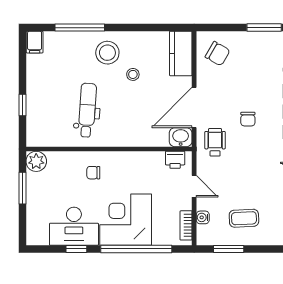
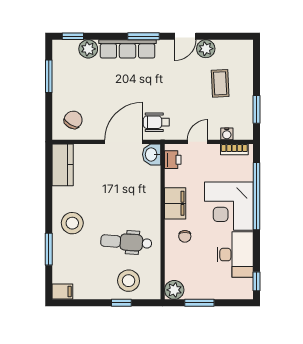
window: (80, 28) -> (49, 249), width x0.69
kitchen counter: (181, 53) -> (63, 165), moved, turned -90
stool: (133, 74) -> (129, 281), moved, width x1.89, depth x1.89
door: (194, 107) -> (124, 142), swing flipped
chair: (248, 119) -> (135, 91), removed
filing cabinet: (129, 162) -> (175, 203), added
coffee table: (244, 218) -> (220, 83), moved
window: (76, 249) -> (256, 281), moved

